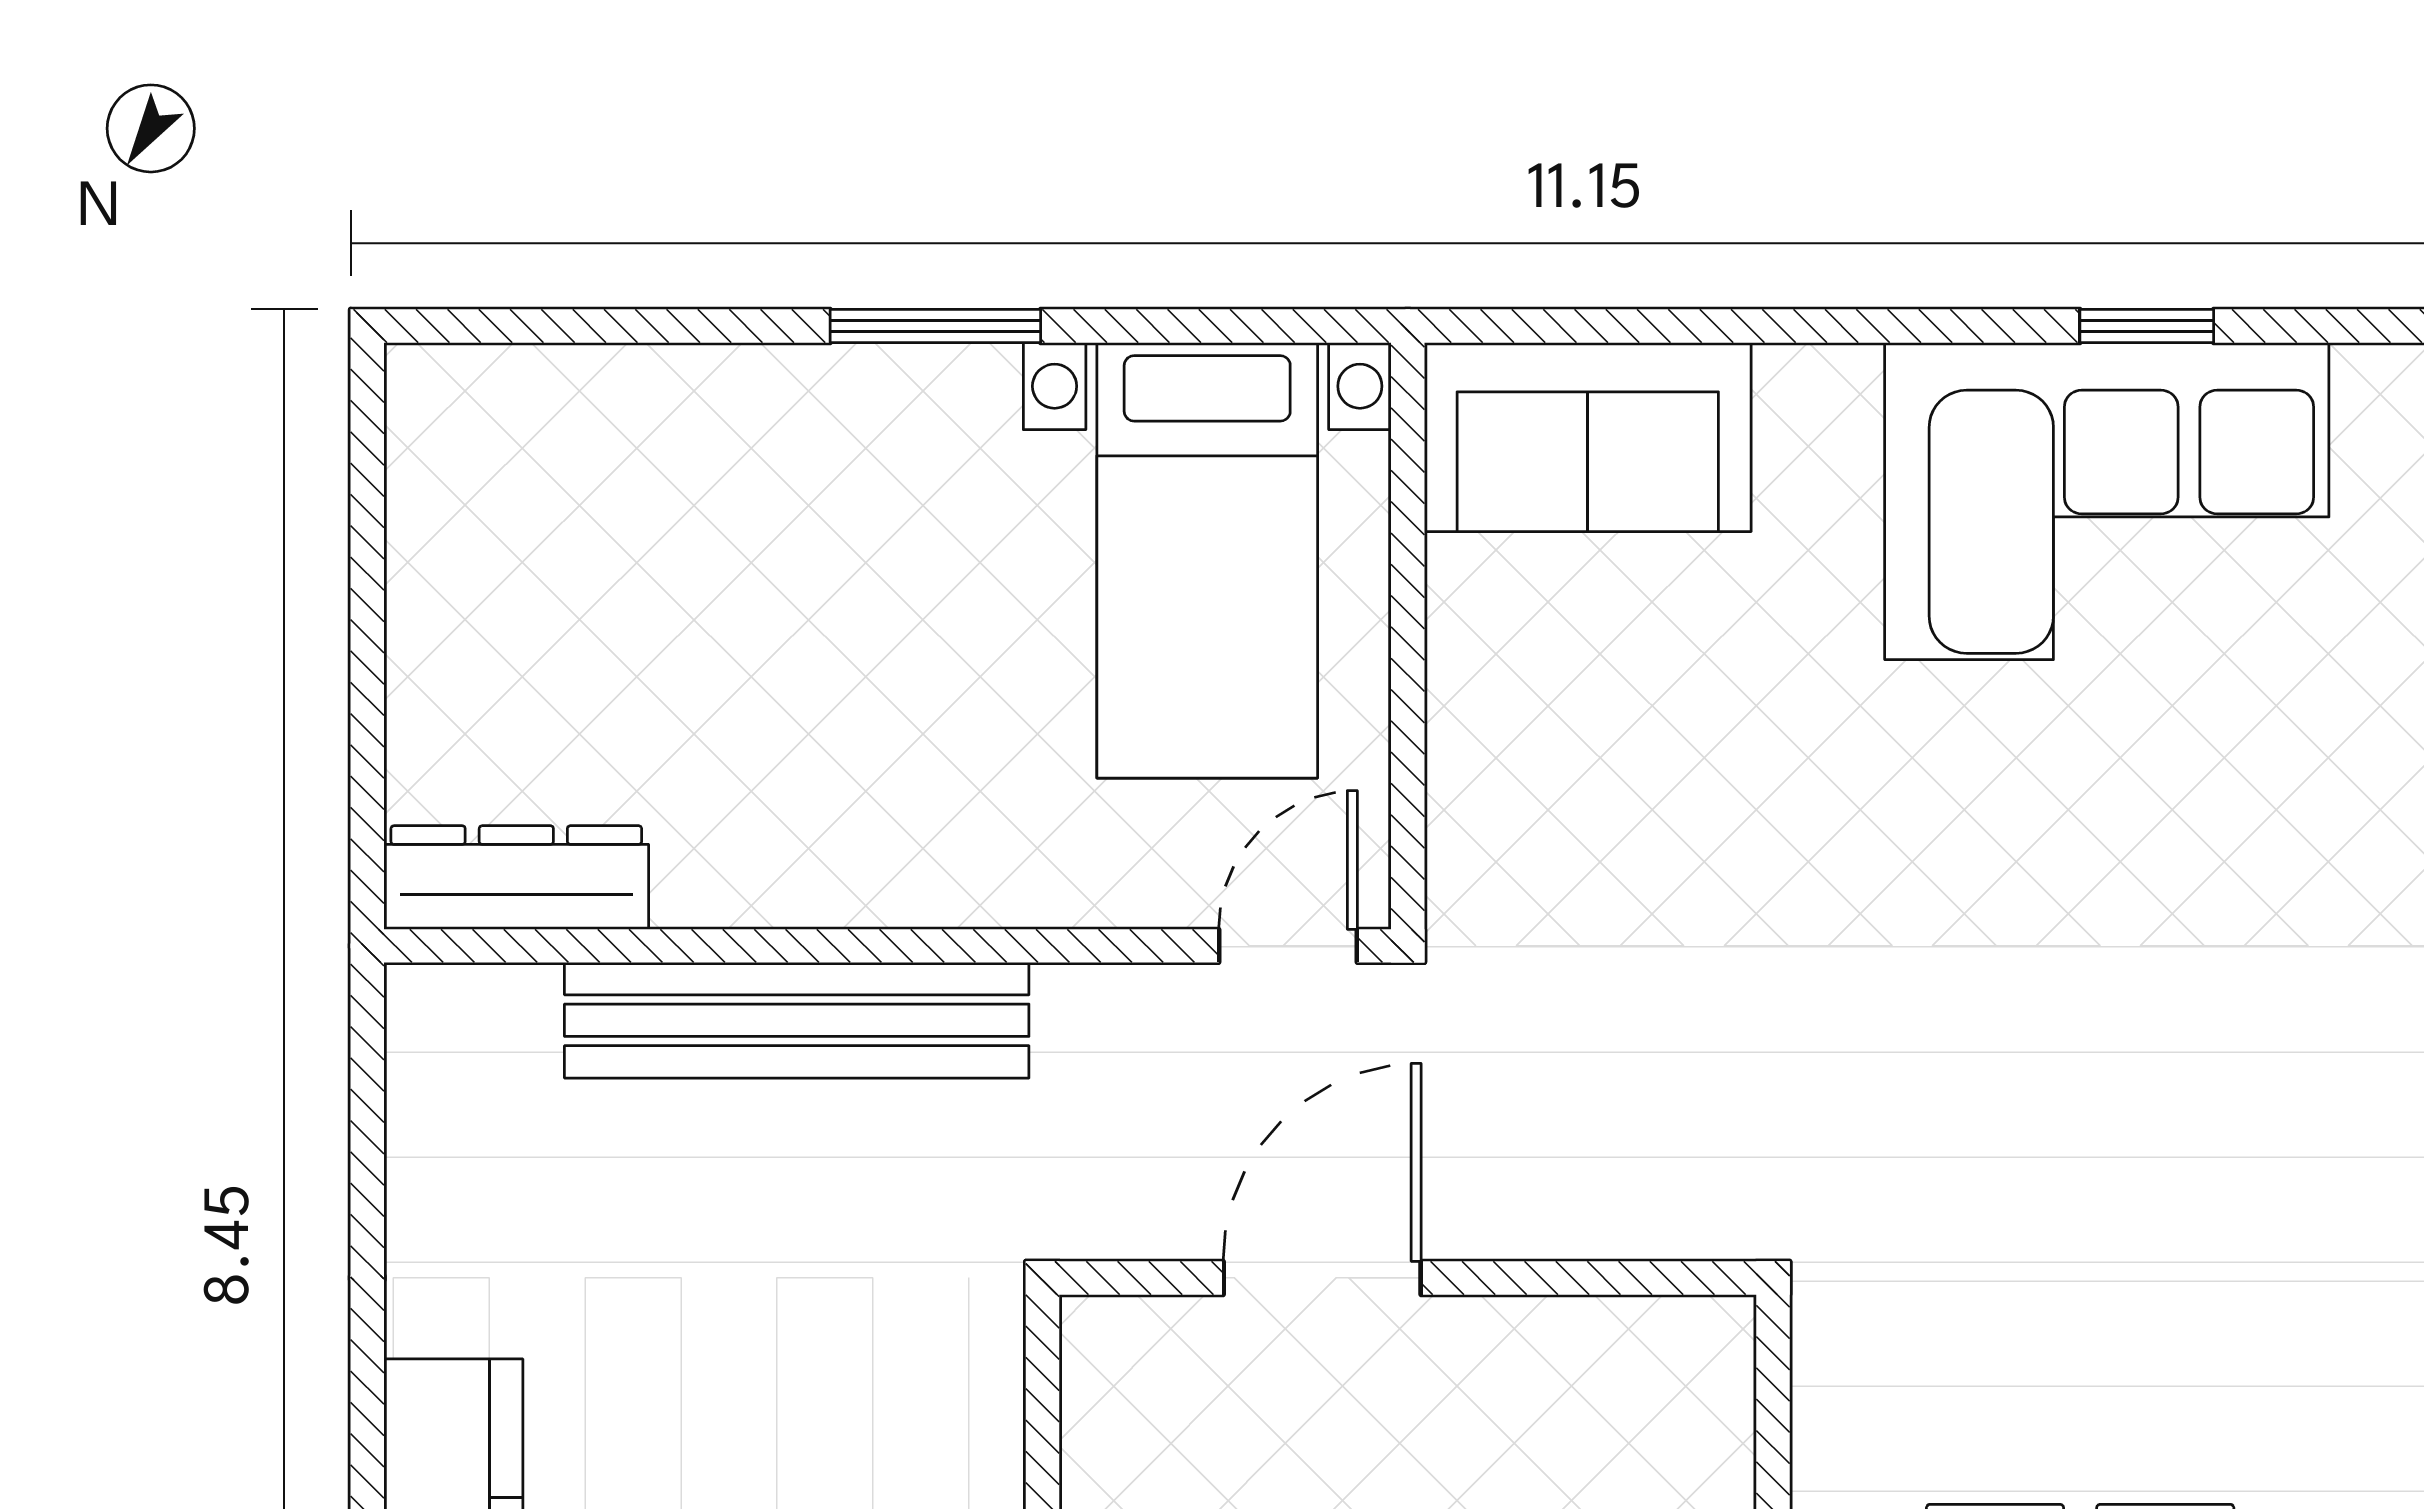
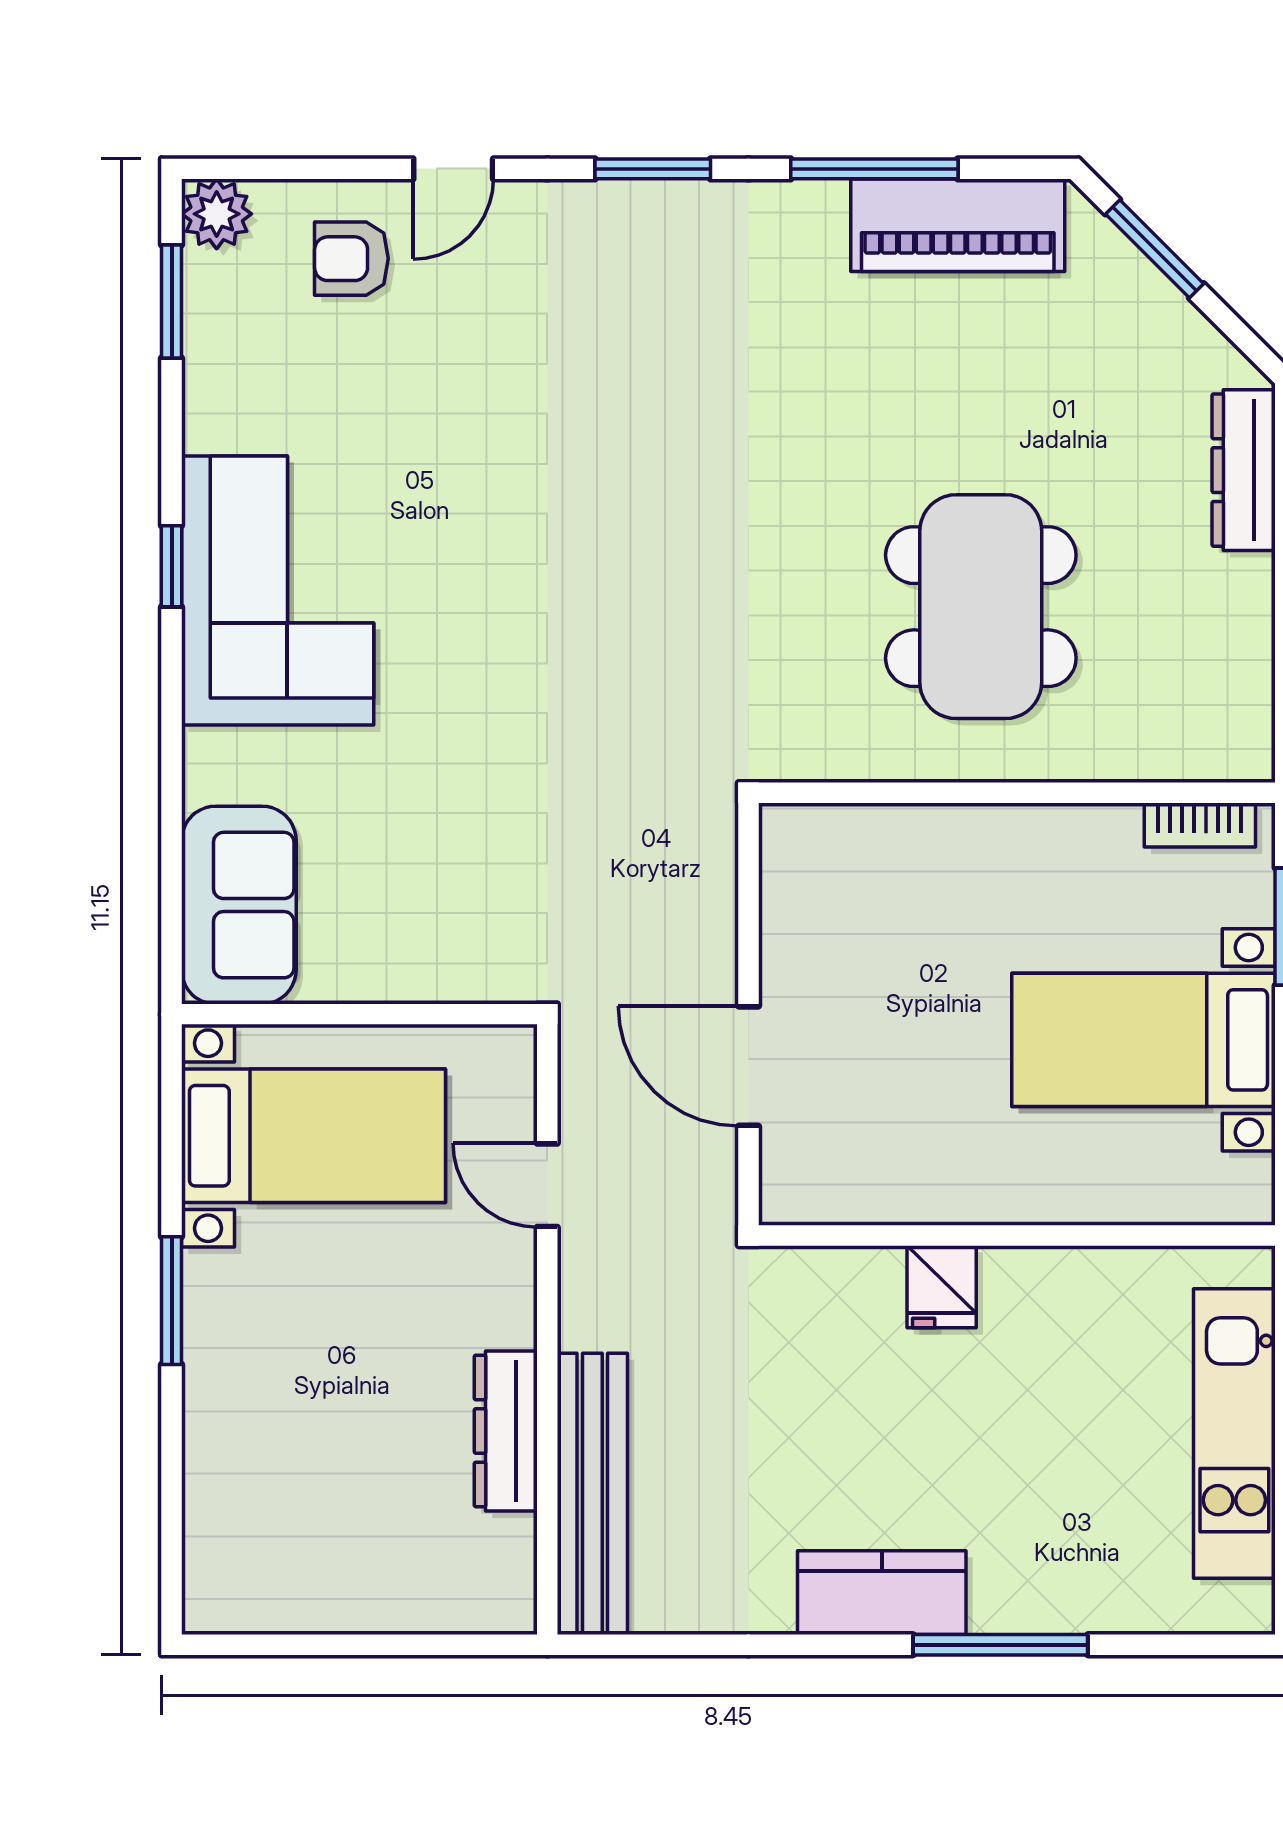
dresser: (516, 878) -> (506, 1431), moved
door: (1288, 946) -> (547, 1185), moved
bench: (797, 1020) -> (592, 1494), moved

